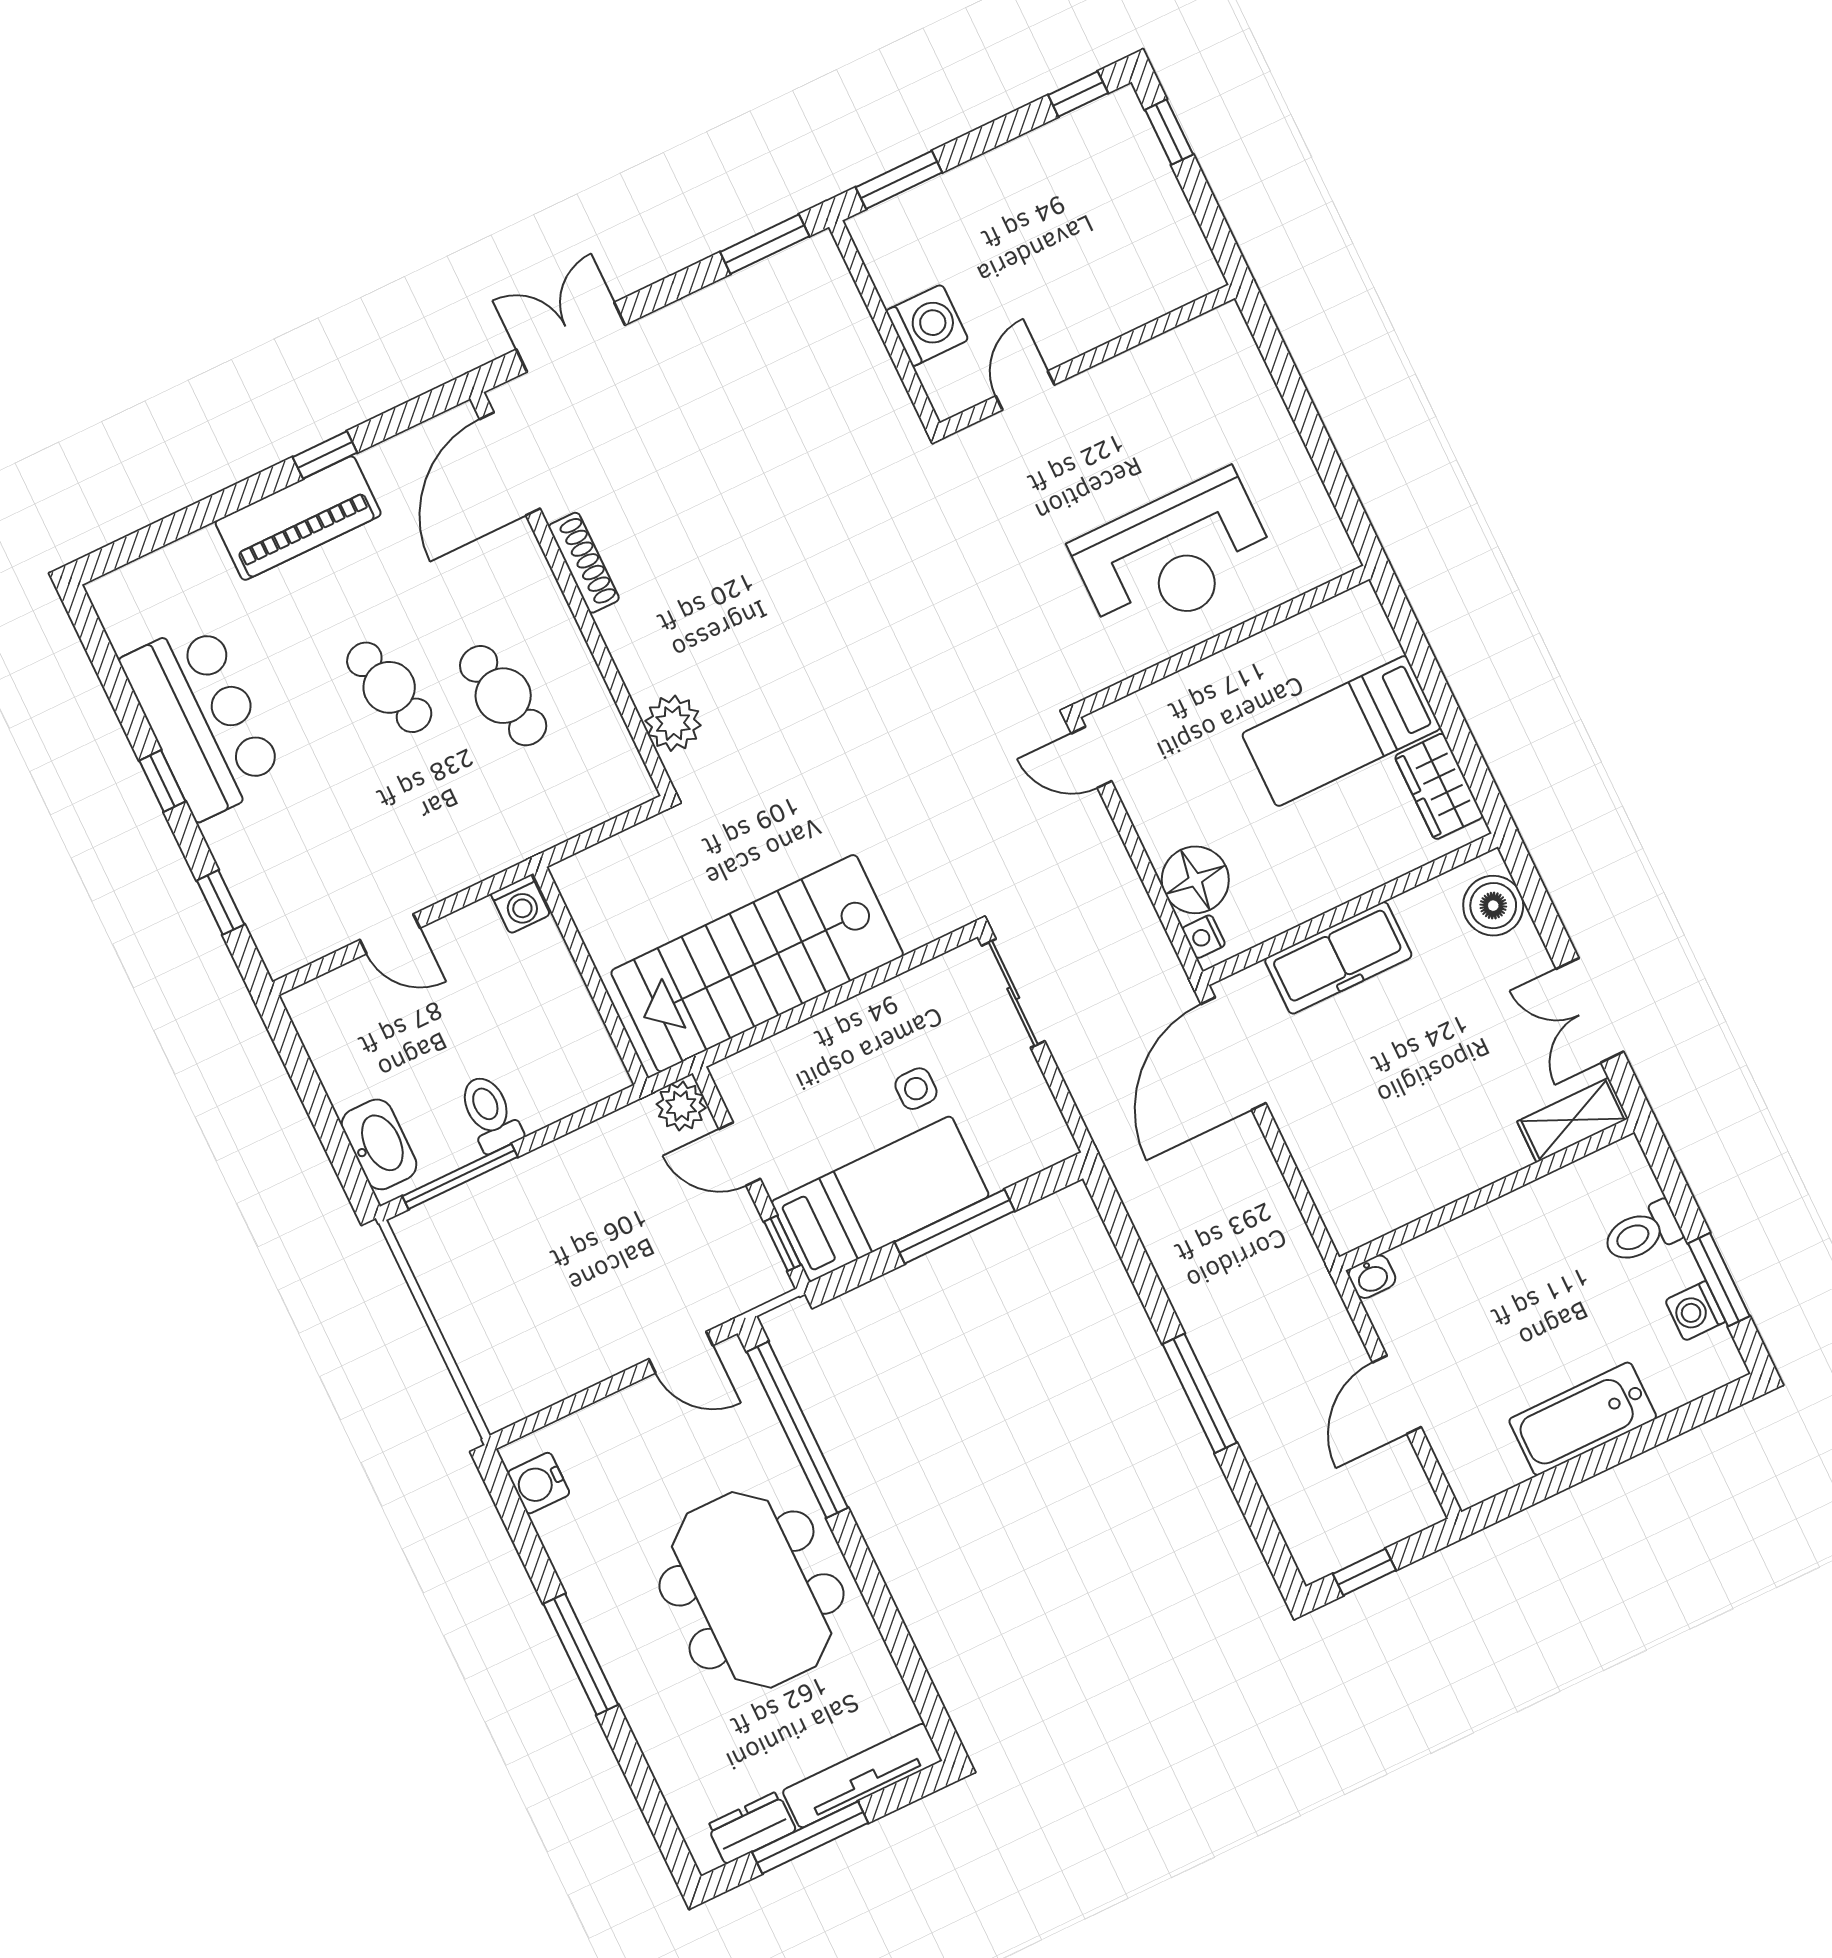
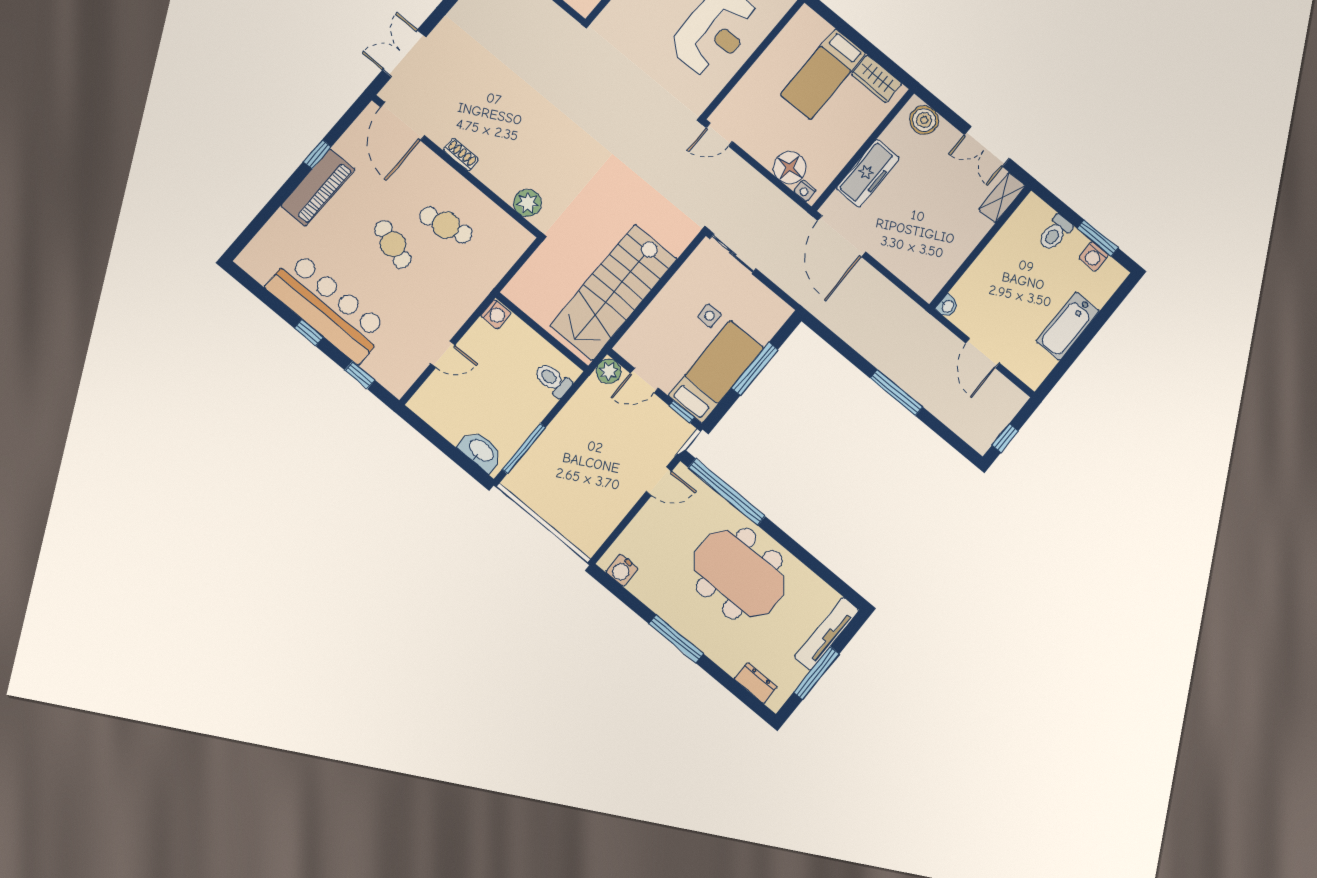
shoe rack: (584, 563) -> (461, 155), width x0.70
cafe table: (389, 687) -> (393, 244), turned 35
bar counter: (203, 720) -> (327, 307), width x1.36
toilet: (490, 1113) -> (553, 380), moved
dresser: (751, 1828) -> (756, 683), moved, turned 90

